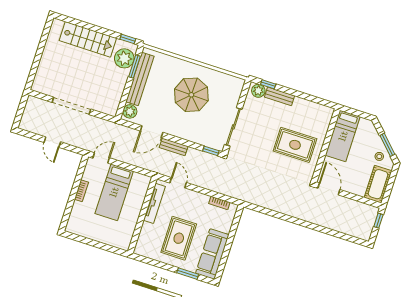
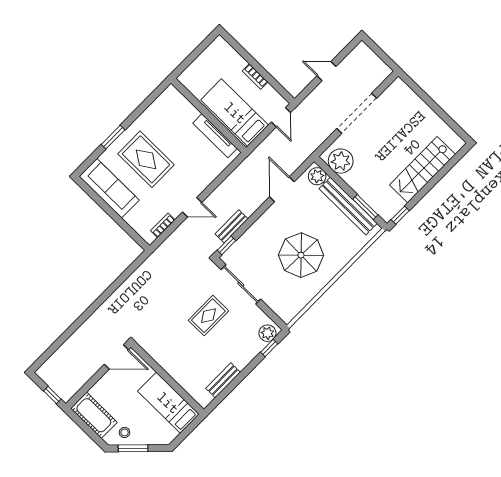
plant: (124, 58) -> (341, 161), moved
bench: (280, 96) -> (223, 380), moved
rug: (295, 145) -> (208, 316), moved, width x0.73, depth x0.70
bench: (174, 147) -> (232, 226), moved
door: (178, 183) -> (192, 207), moved
tv unit: (154, 203) -> (215, 136), moved
wall: (142, 215) -> (209, 115), moved
window: (188, 274) -> (113, 137), moved

